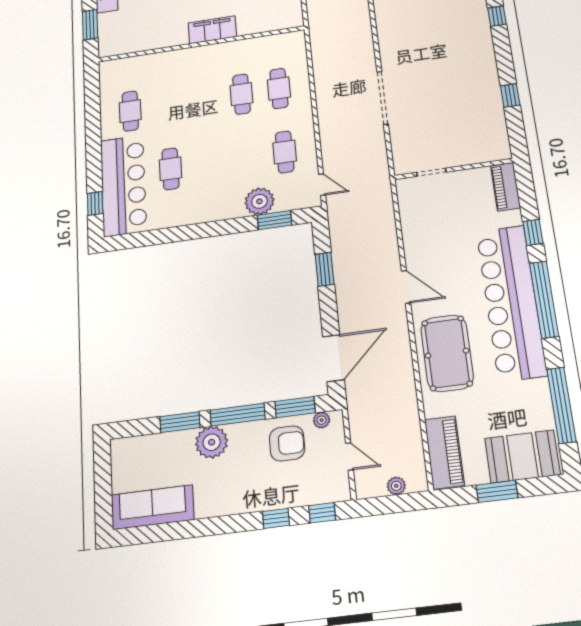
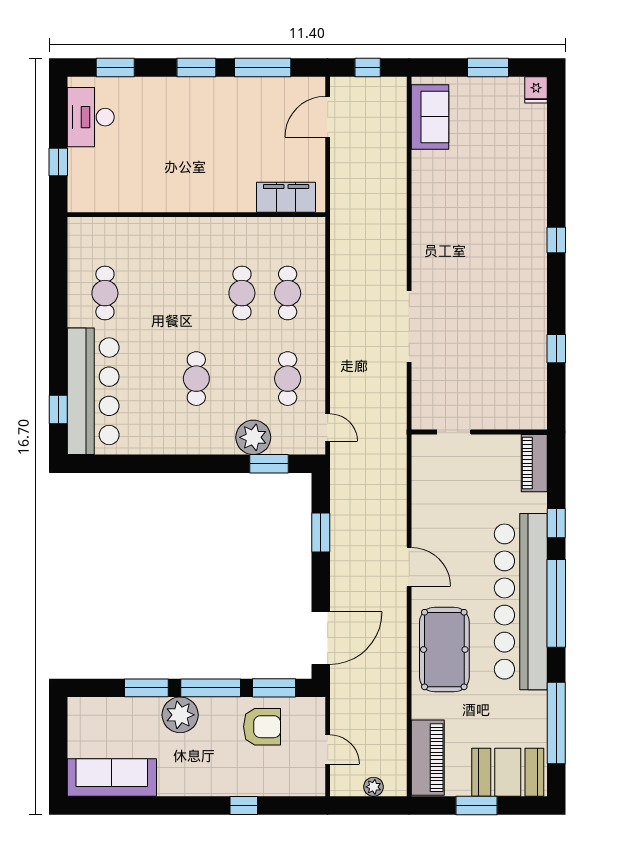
window: (90, 25) -> (58, 162), width x0.67
filing cabinet: (212, 30) -> (286, 197), moved
cafe table: (170, 169) -> (196, 379), moved
plant: (322, 420) -> (301, 706), removed
window: (322, 513) -> (293, 806), removed

